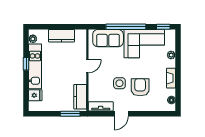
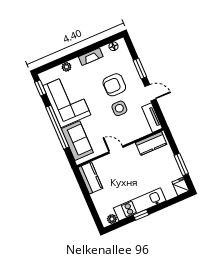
kitchen counter: (62, 36) -> (90, 178), moved
fridge: (35, 95) -> (181, 186), moved
window: (70, 114) -> (181, 164), moved
window: (144, 114) -> (140, 69), added

